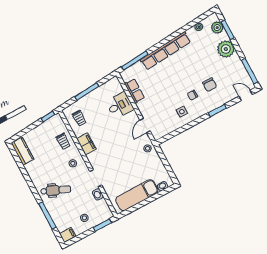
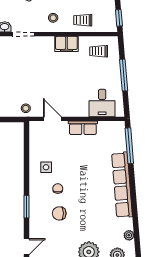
row of seats: (135, 91) -> (83, 128), moved
desk: (120, 105) -> (102, 103), moved

